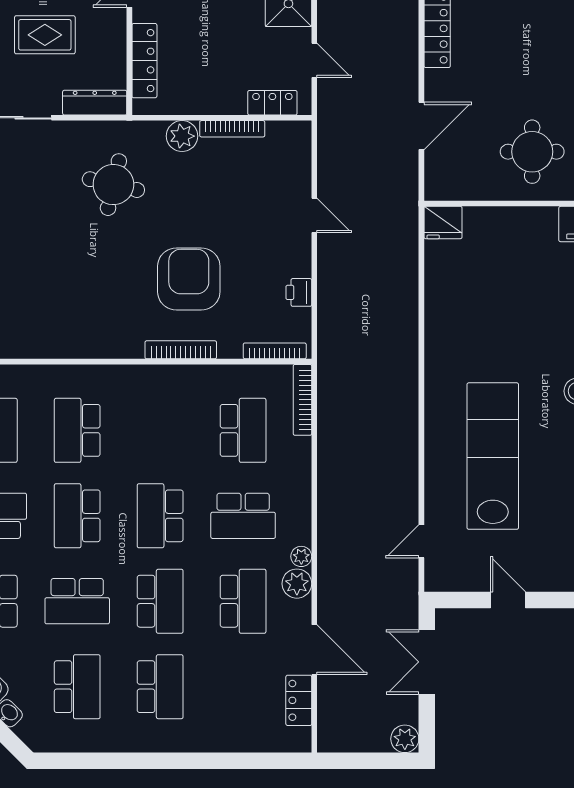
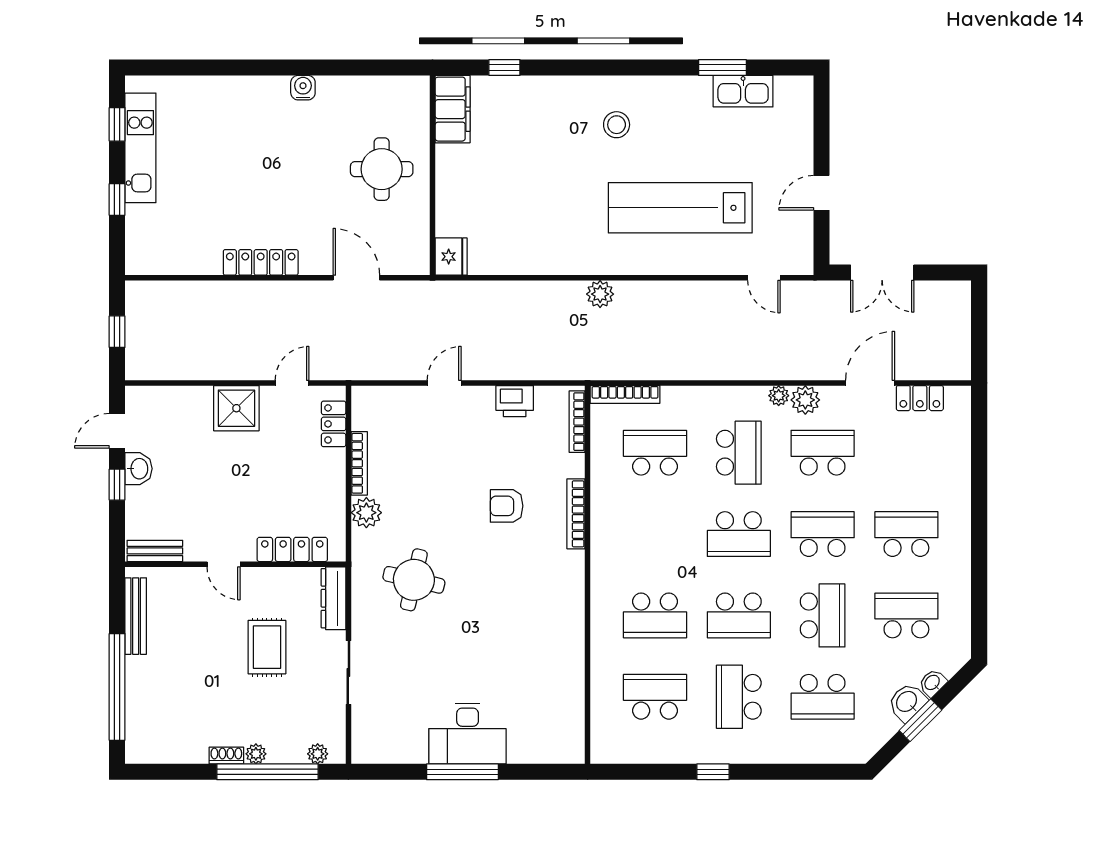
armchair: (189, 279) -> (507, 506), width x0.53, depth x0.53
printer: (299, 292) -> (515, 401), width x1.36, depth x1.24
plant: (405, 739) -> (600, 294), moved

